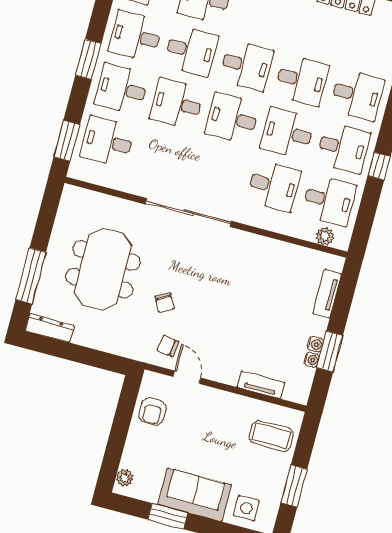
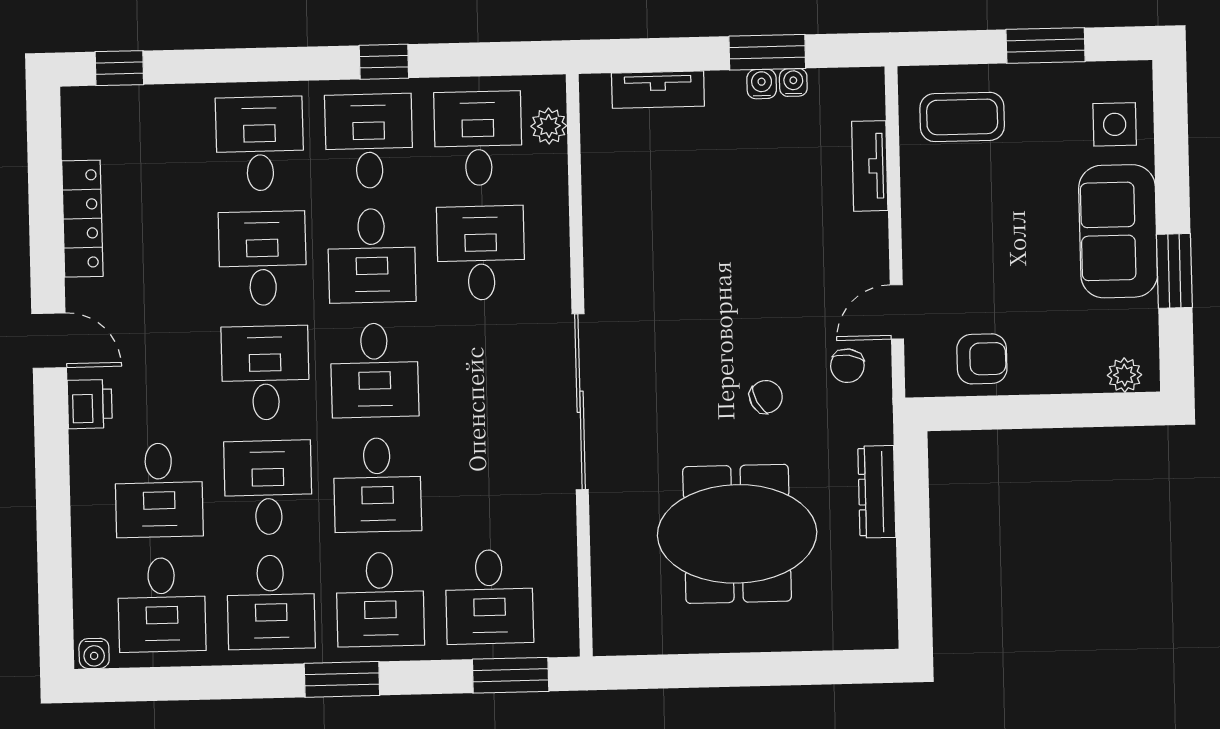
window: (31, 276) -> (790, 668), removed
dresser: (50, 328) -> (877, 492), moved
coffee table: (271, 436) -> (962, 117), turned 90

